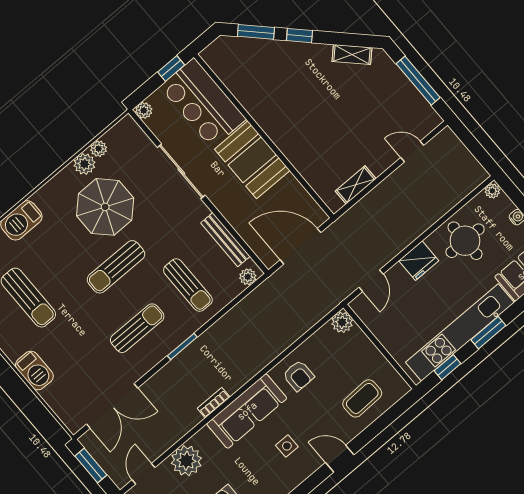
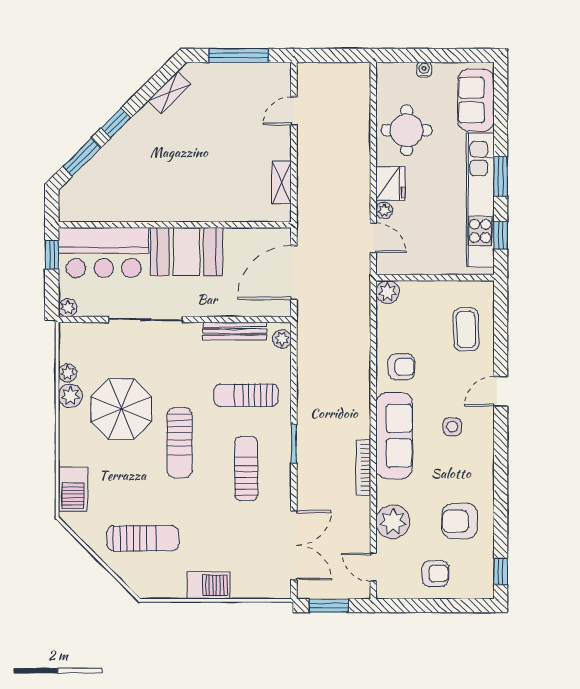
plant: (492, 191) -> (384, 210), moved
sun lounger: (188, 285) -> (246, 395), turned 180
bookcase: (214, 403) -> (363, 468), width x1.56

